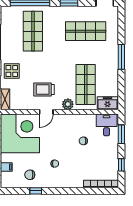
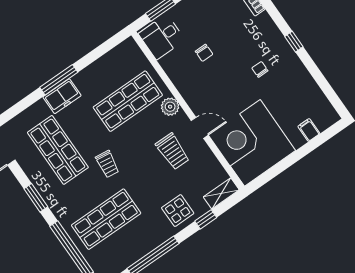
trolley: (61, 52) -> (107, 164), added
freezer: (107, 103) -> (62, 96), moved, turned -90
chair: (30, 175) -> (297, 92), removed
window: (36, 191) -> (294, 42), moved

